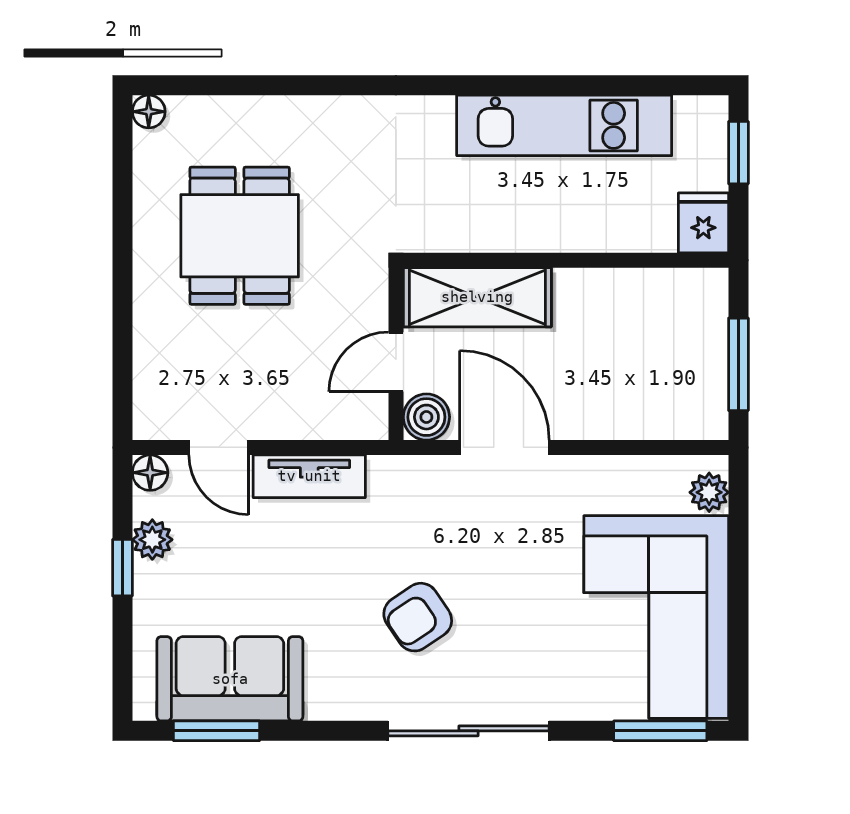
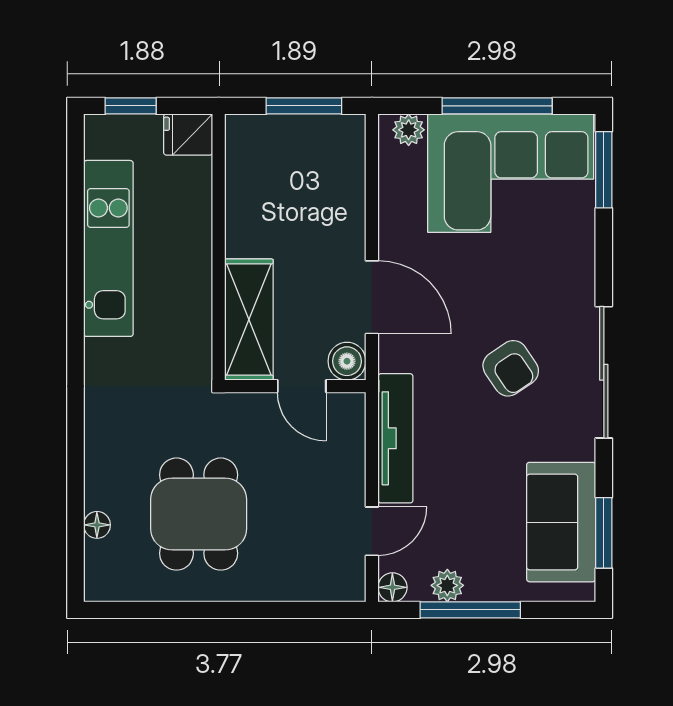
floor lamp: (149, 112) -> (97, 525), moved
dining table: (240, 236) -> (199, 514), turned 90
door: (504, 447) -> (372, 297), swing flipped
tv unit: (309, 476) -> (395, 438), width x1.41
window: (122, 568) -> (470, 610), width x2.17
window: (738, 601) -> (497, 106), added
sliding door: (468, 731) -> (604, 372), moved

